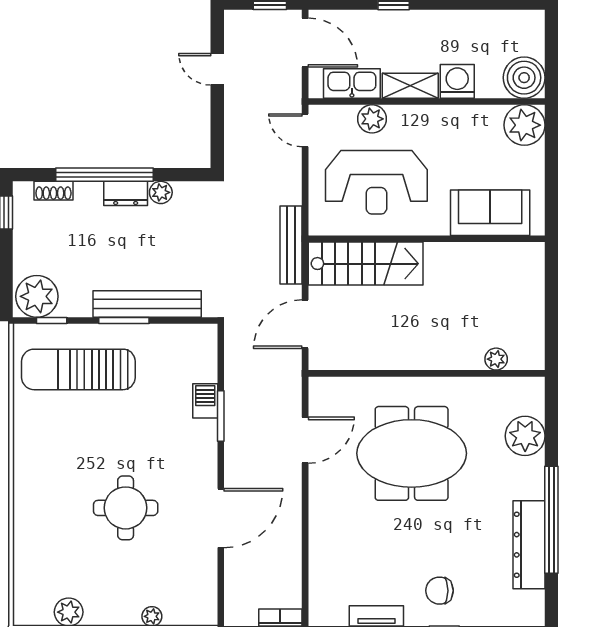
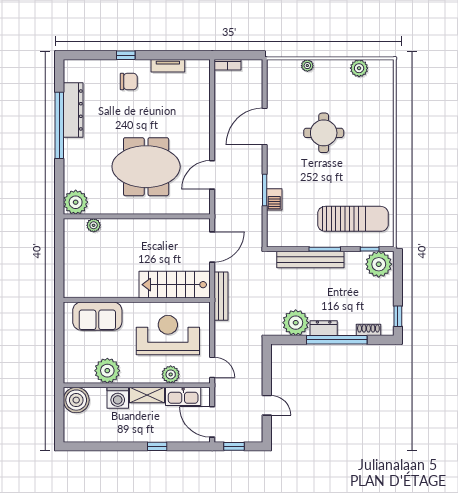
plant: (524, 125) -> (107, 371), moved
plant: (161, 192) -> (296, 323), width x1.88, depth x1.88
plant: (525, 436) -> (76, 202), moved

